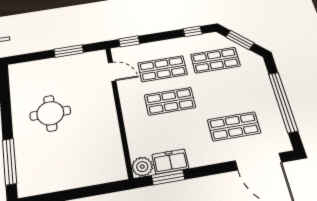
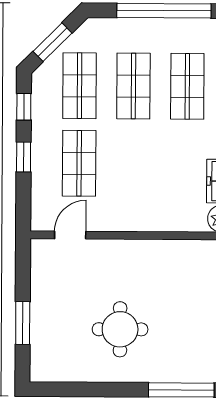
window: (129, 41) -> (24, 157), moved
window: (69, 51) -> (23, 323), moved
shop shelf: (170, 101) -> (133, 86), moved

